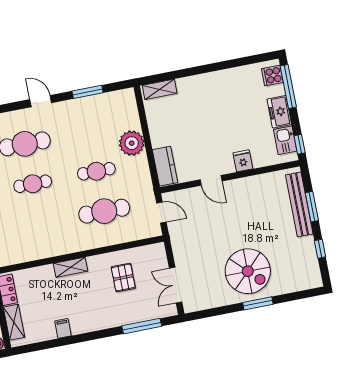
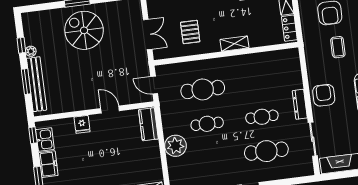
plant: (309, 243) -> (31, 51), added
double door: (176, 285) -> (148, 34), moved

